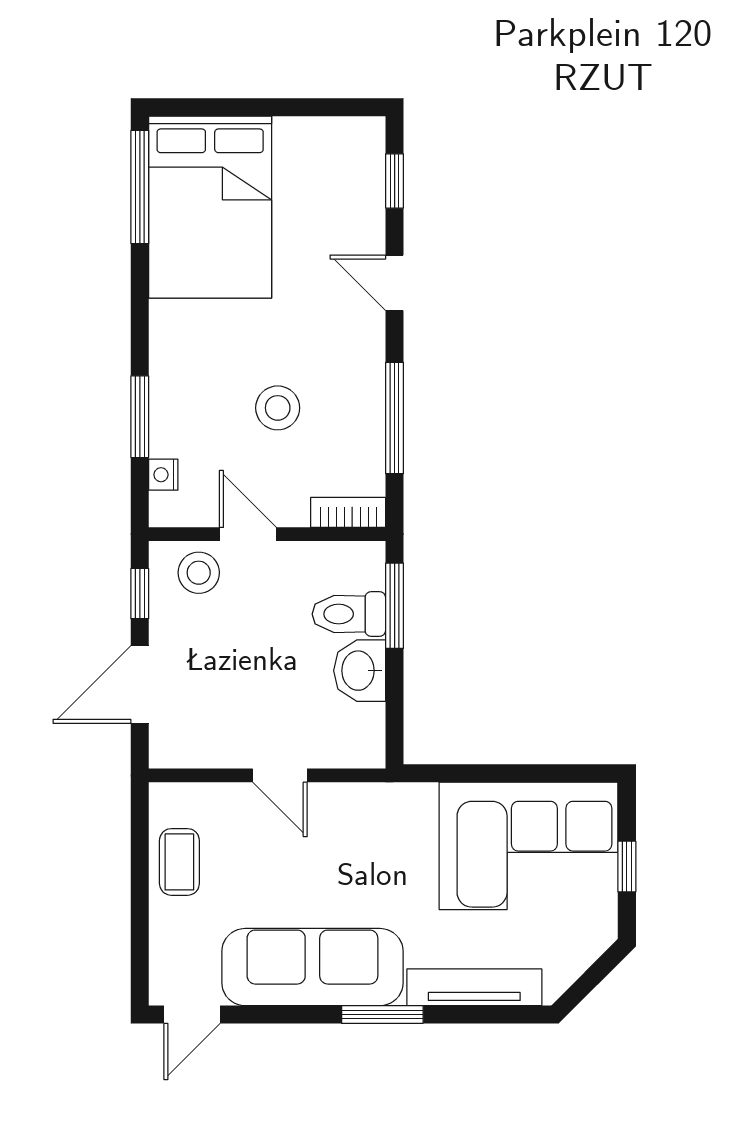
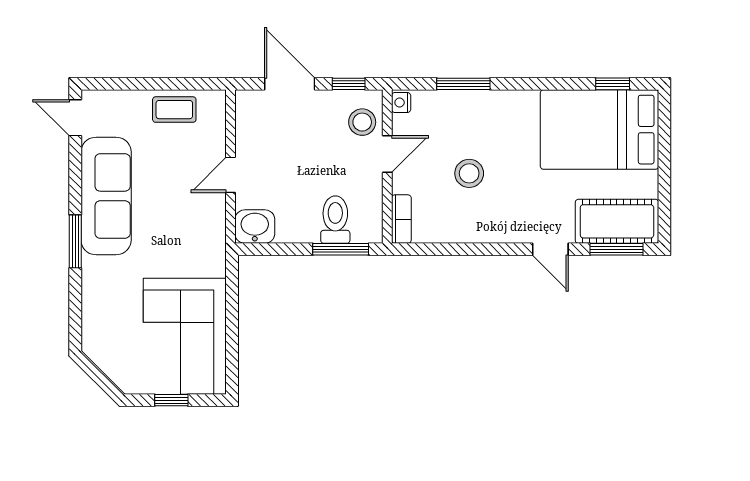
cot: (352, 180) -> (617, 221), added
window: (395, 181) -> (617, 249), width x1.50
window: (140, 187) -> (613, 84), width x0.46
door: (395, 283) -> (550, 249), swing flipped
window: (395, 418) -> (463, 249), removed
nightstand: (163, 475) -> (401, 103), moved, turned -90
washbasin: (360, 671) -> (255, 227), moved
tv unit: (474, 987) -> (93, 301), removed

